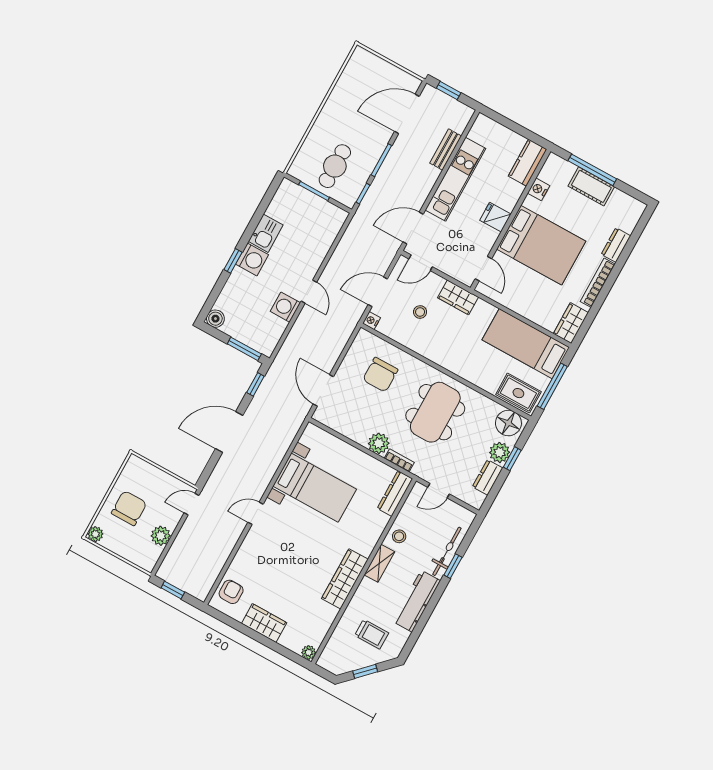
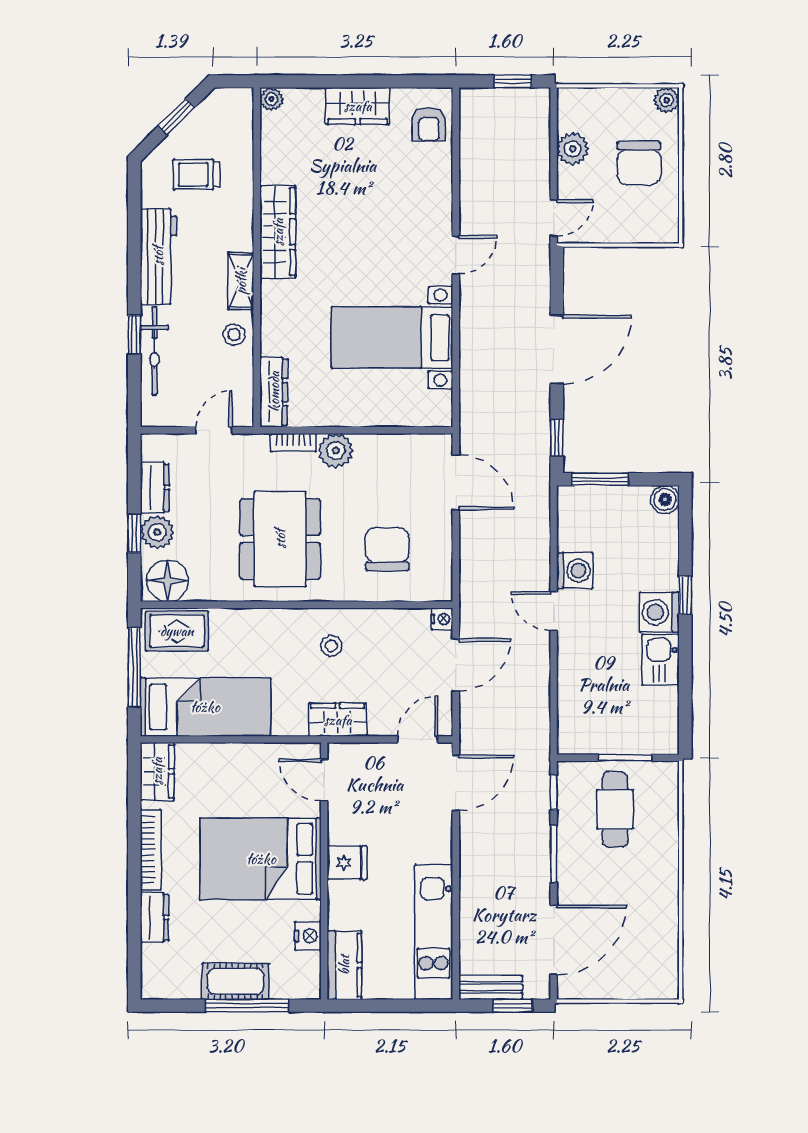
bench: (446, 150) -> (491, 987), moved, turned 90
kitchen unit: (455, 179) -> (434, 932), moved
stool: (420, 312) -> (331, 646), moved

